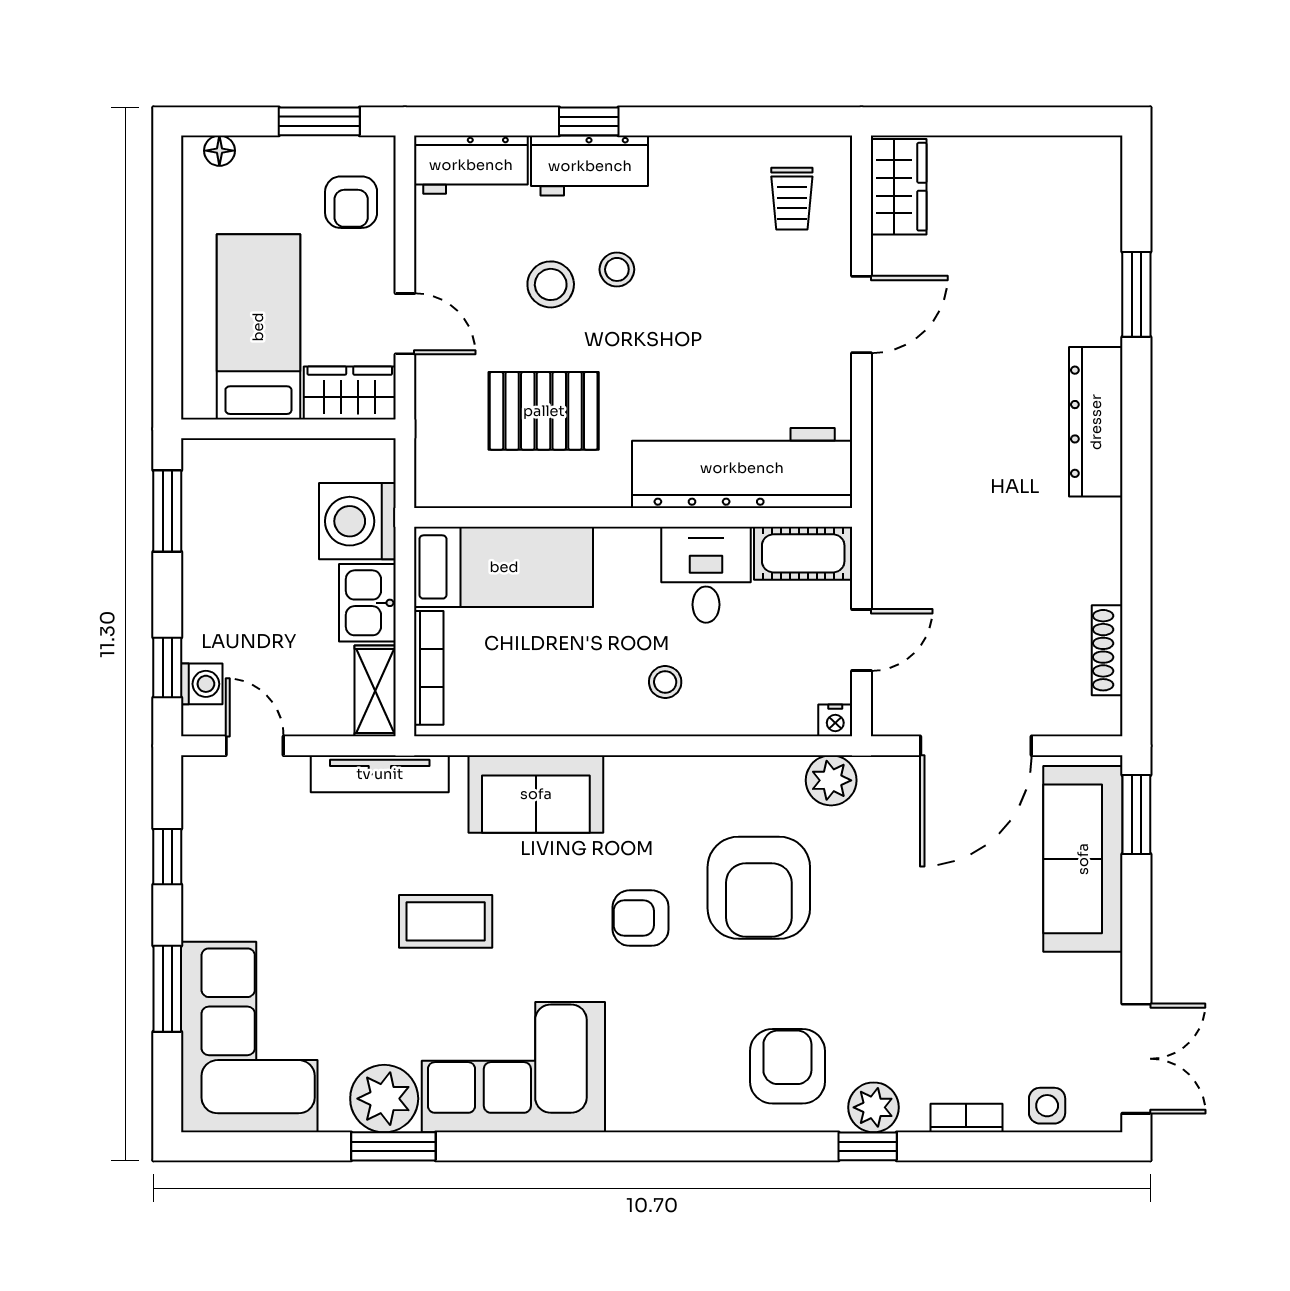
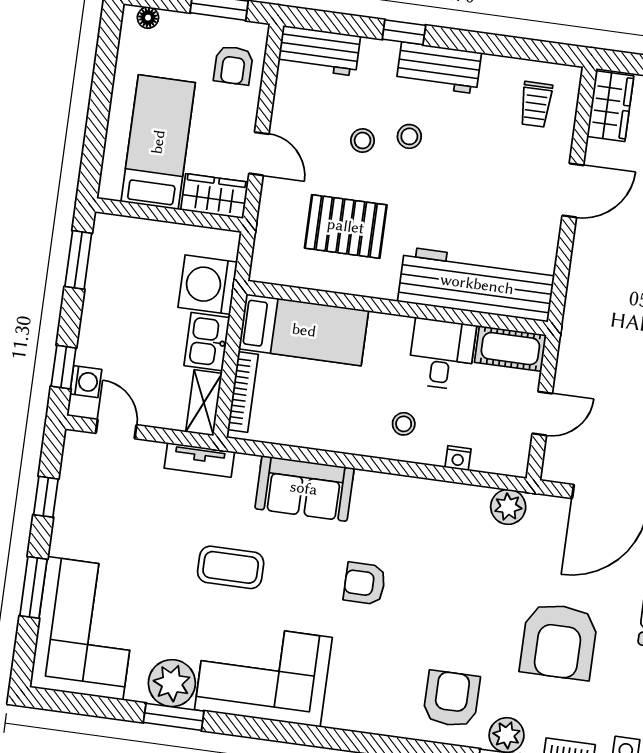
workbench: (590, 166) -> (439, 68), moved
stool: (551, 284) -> (363, 140), width x0.73, depth x0.73
nightstand: (835, 720) -> (458, 458), moved
tv unit: (380, 774) -> (199, 460), width x0.71
armchair: (759, 888) -> (559, 641), moved

